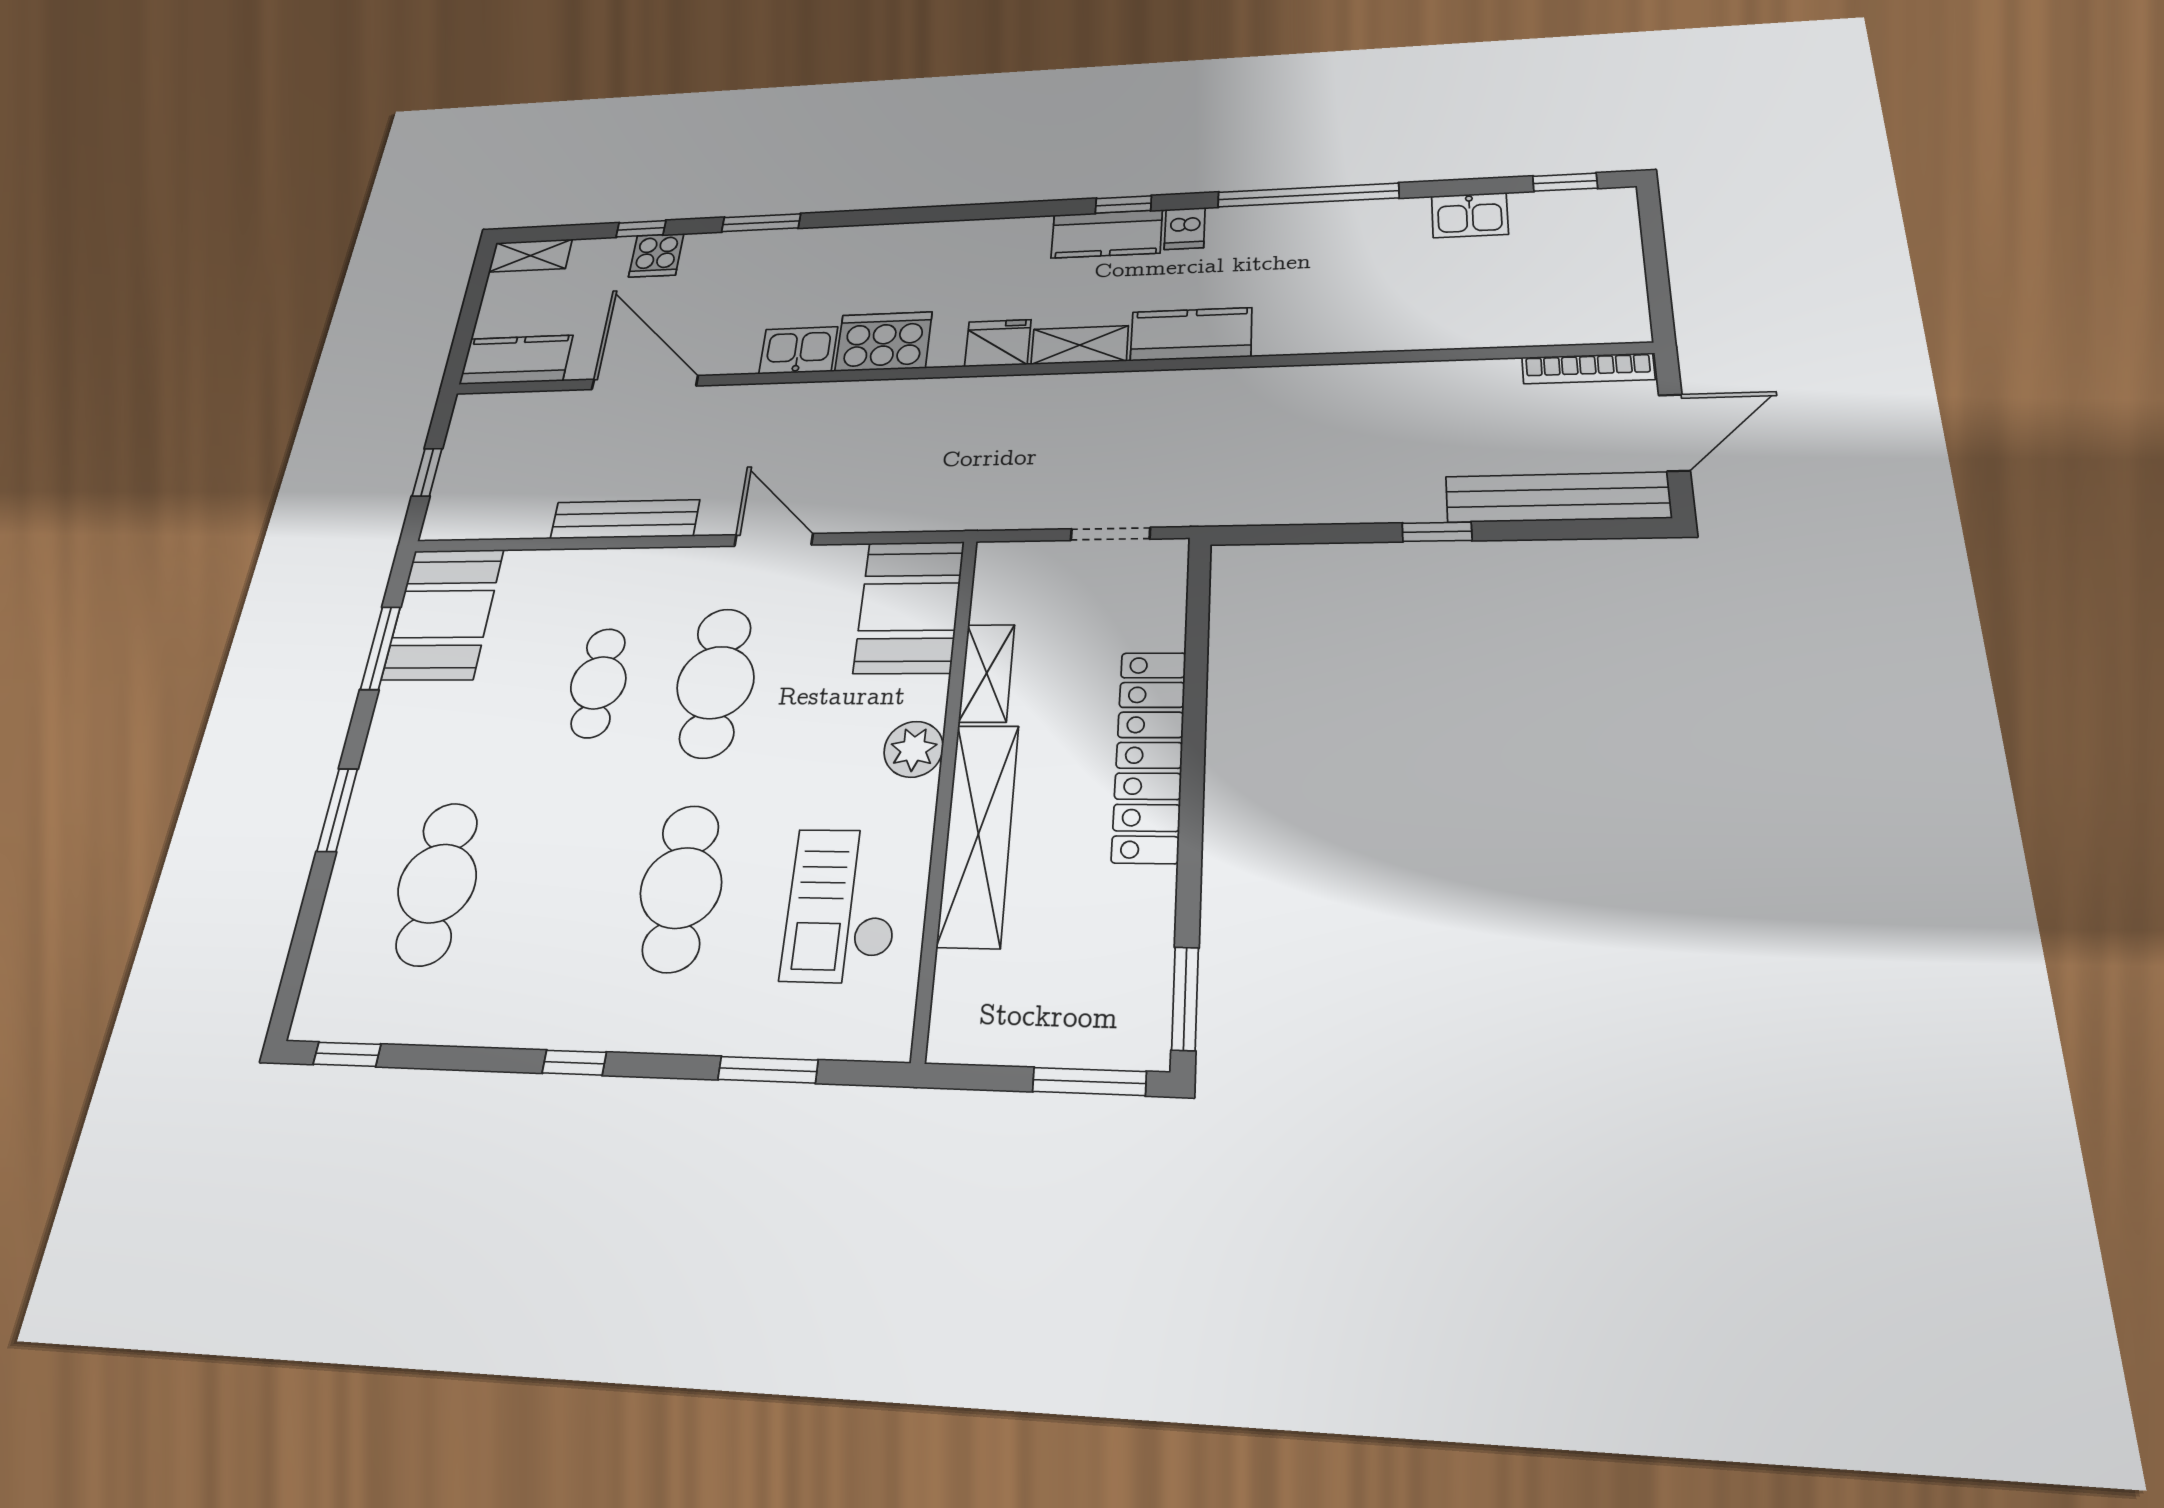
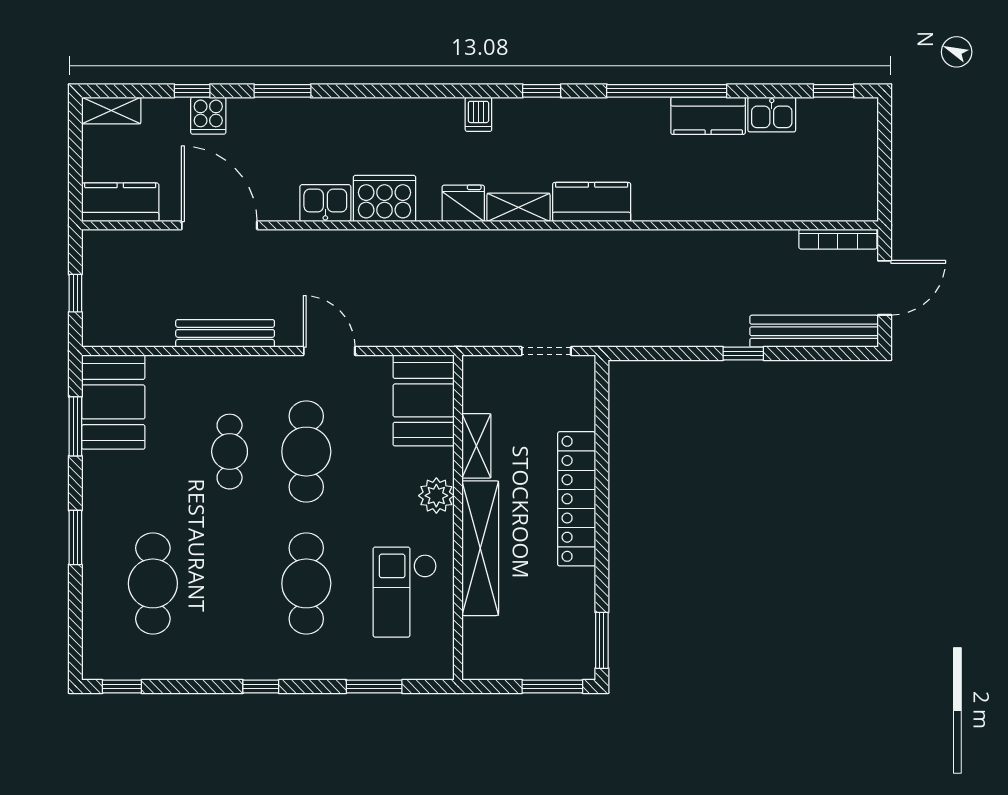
dishwasher: (1185, 228) -> (478, 114), moved
kitchen counter: (1107, 234) -> (708, 116), moved

